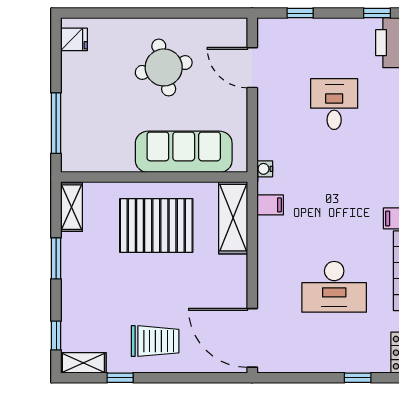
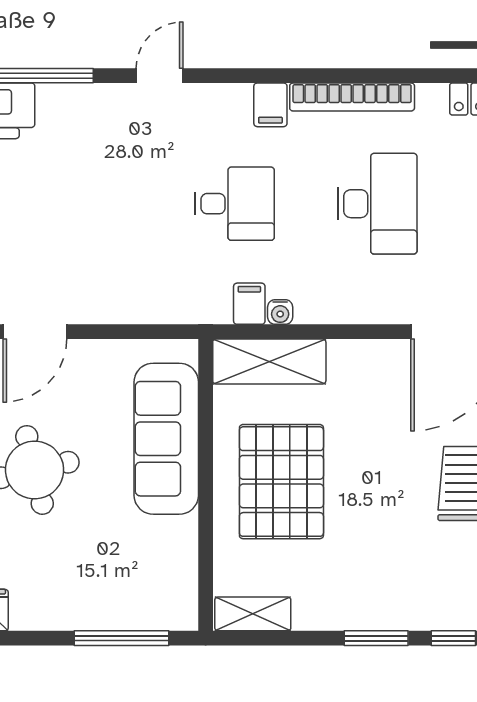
desk: (334, 104) -> (234, 204), moved, turned 180
water cooler: (265, 169) -> (280, 312), moved
window: (56, 258) -> (376, 638), moved

